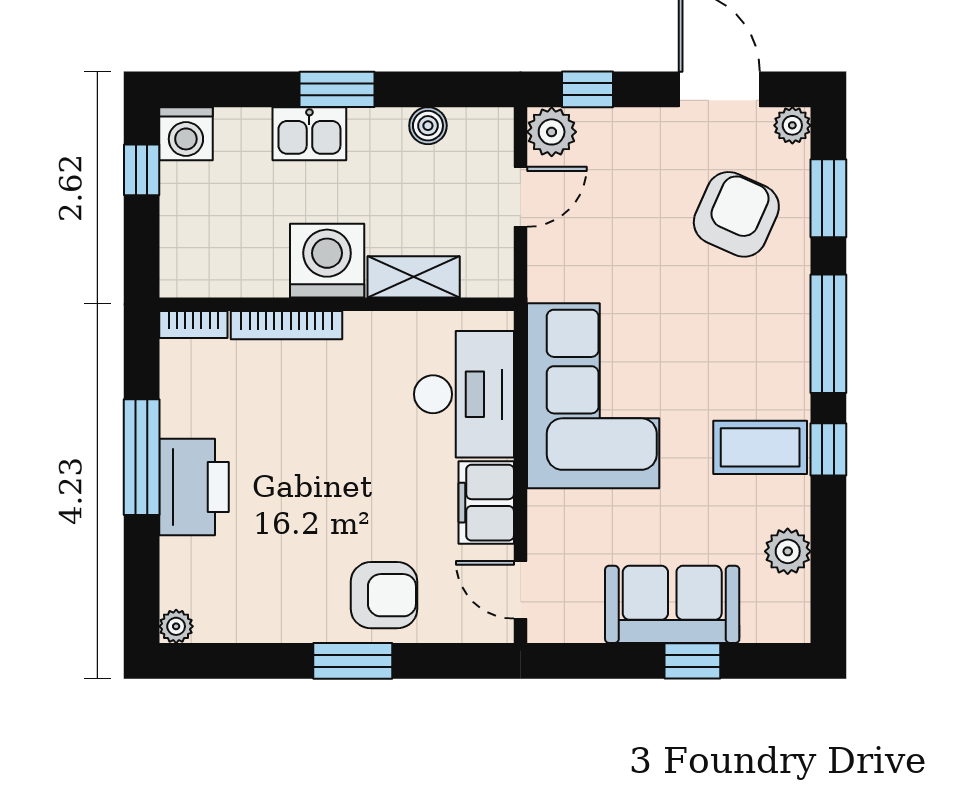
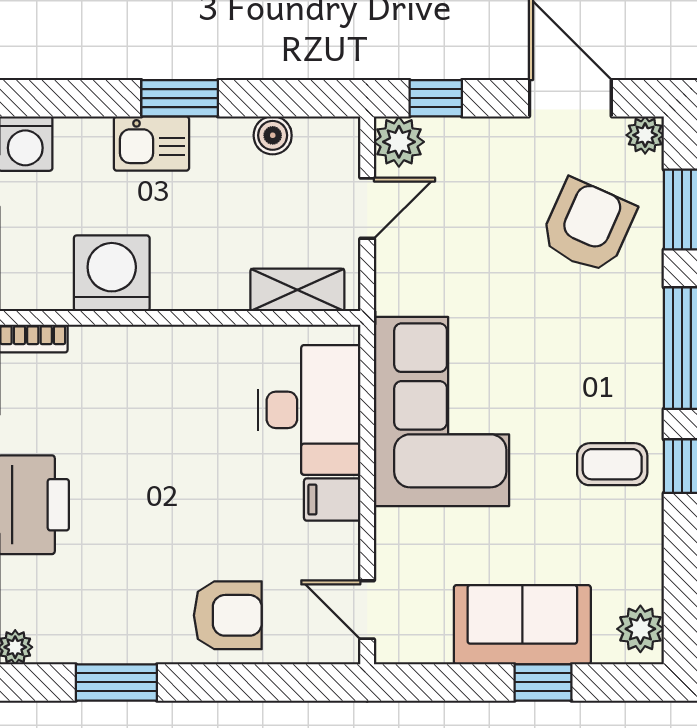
washing machine: (327, 261) -> (112, 273), moved
shelving: (414, 277) -> (297, 290), moved
bookcase: (286, 325) -> (128, 339), removed
coffee table: (760, 447) -> (612, 464), width x0.73, depth x0.77
filing cabinet: (486, 503) -> (332, 500), width x0.50
plant: (788, 551) -> (640, 629), moved
window: (353, 661) -> (116, 682), moved

